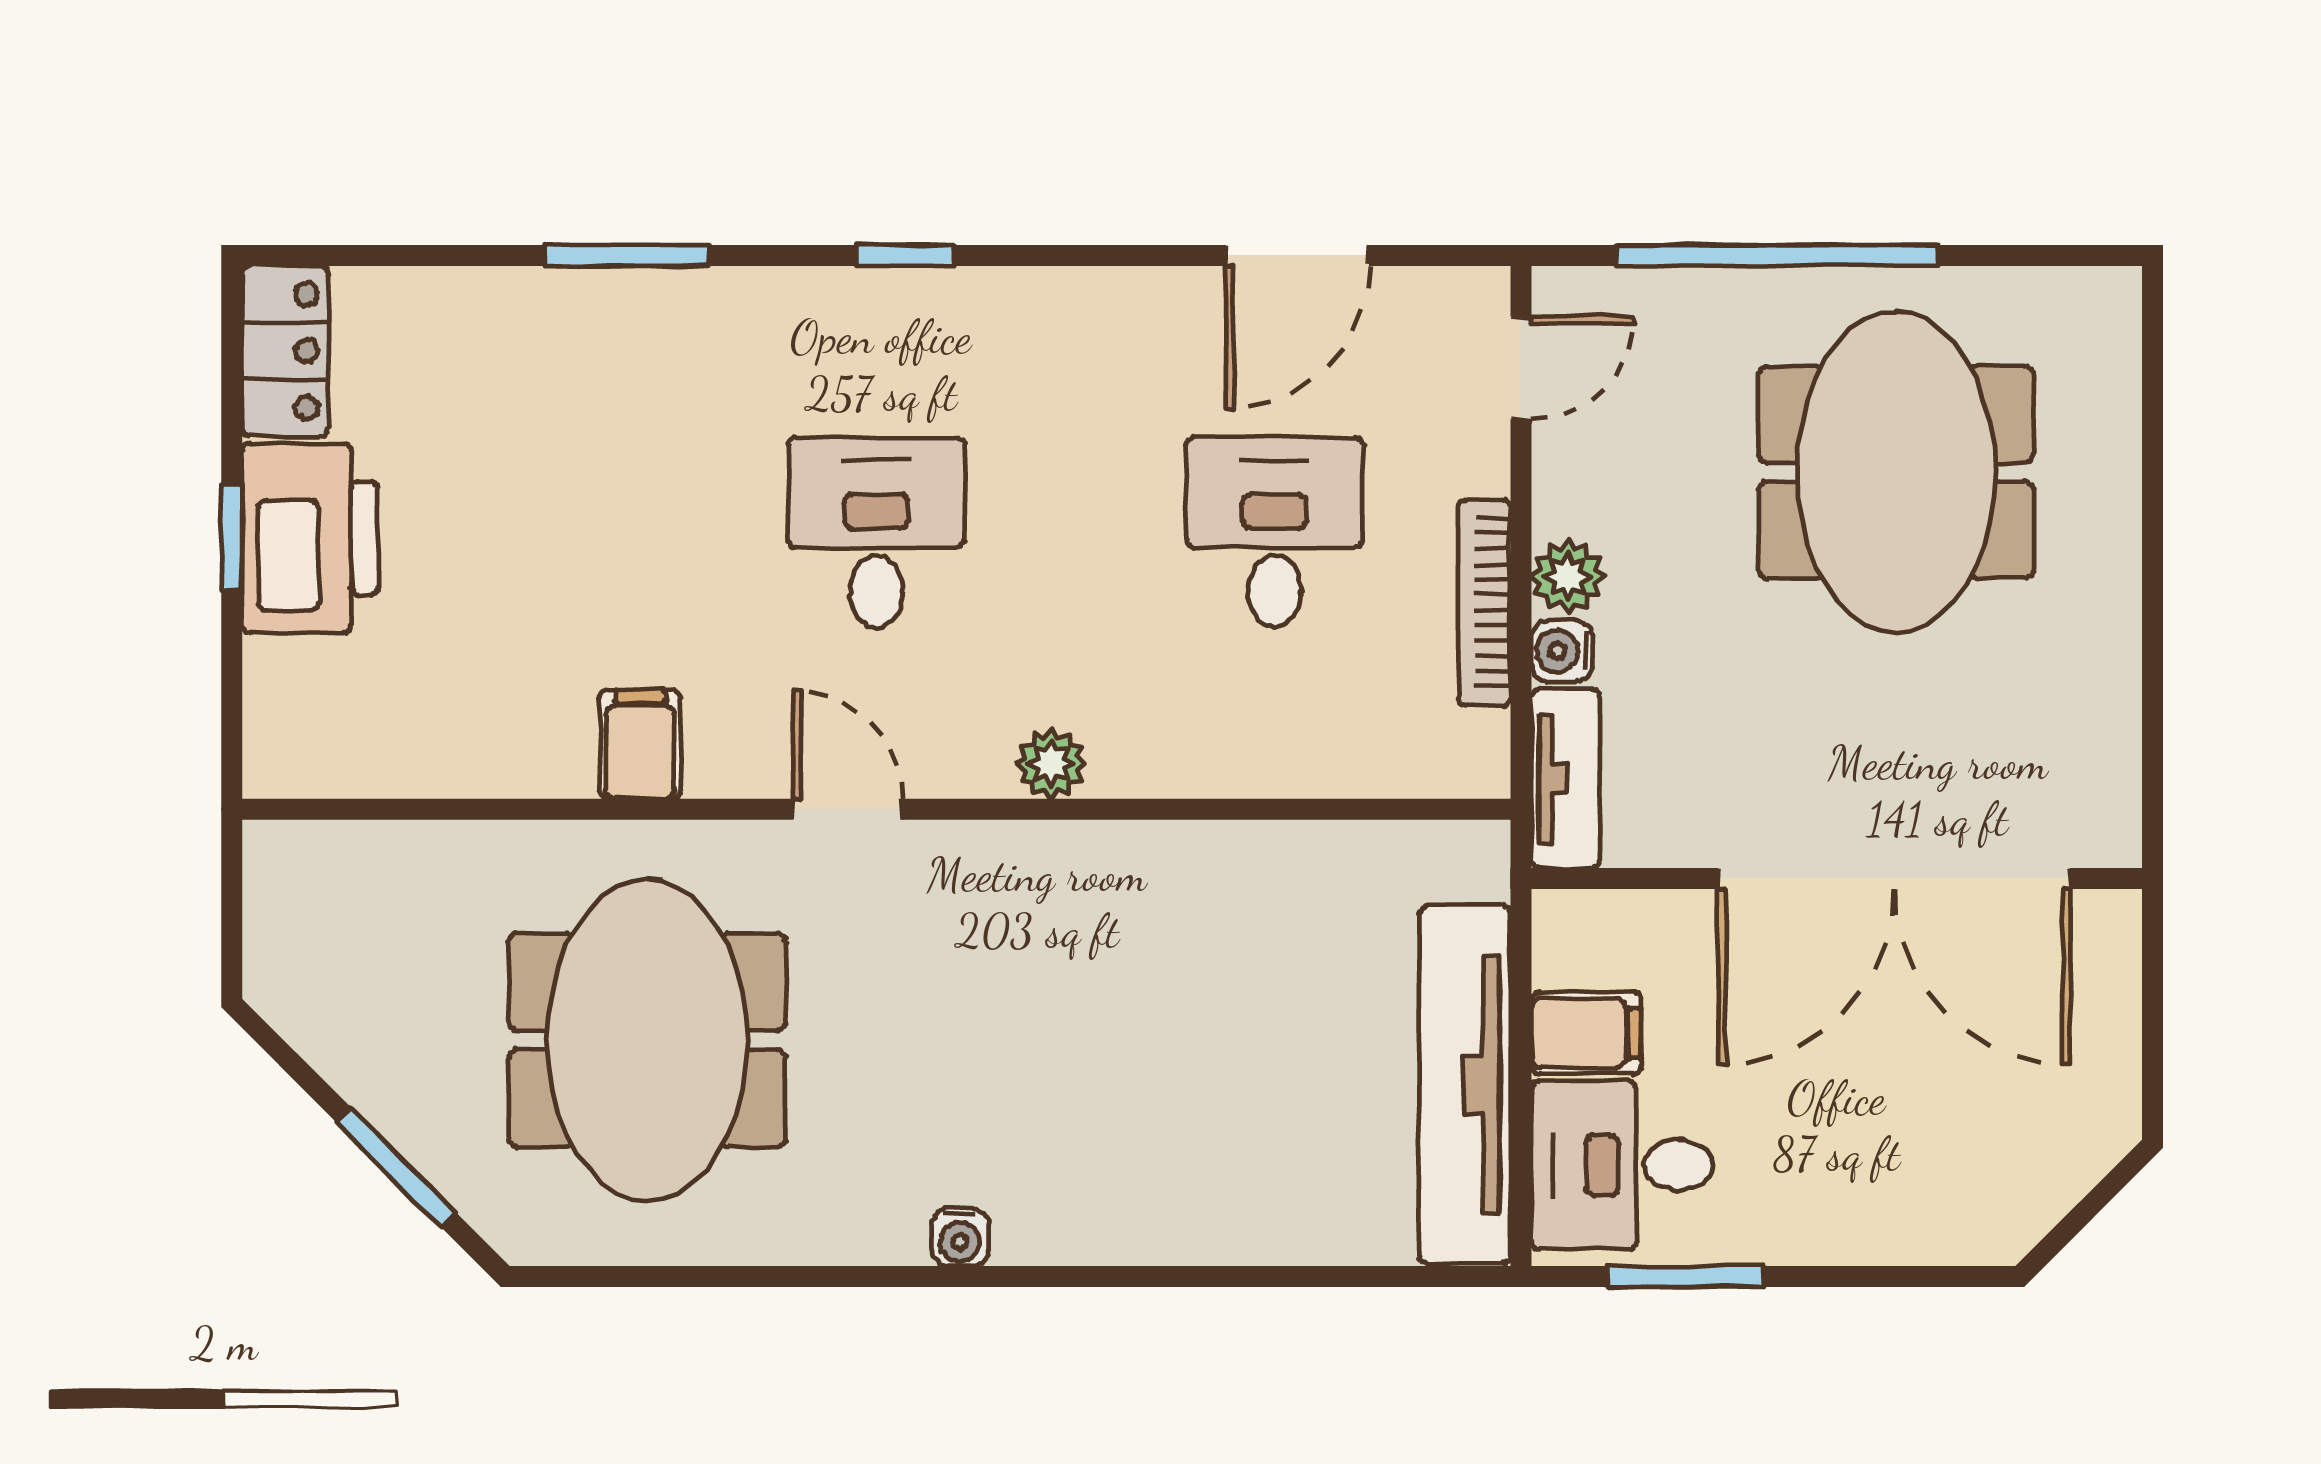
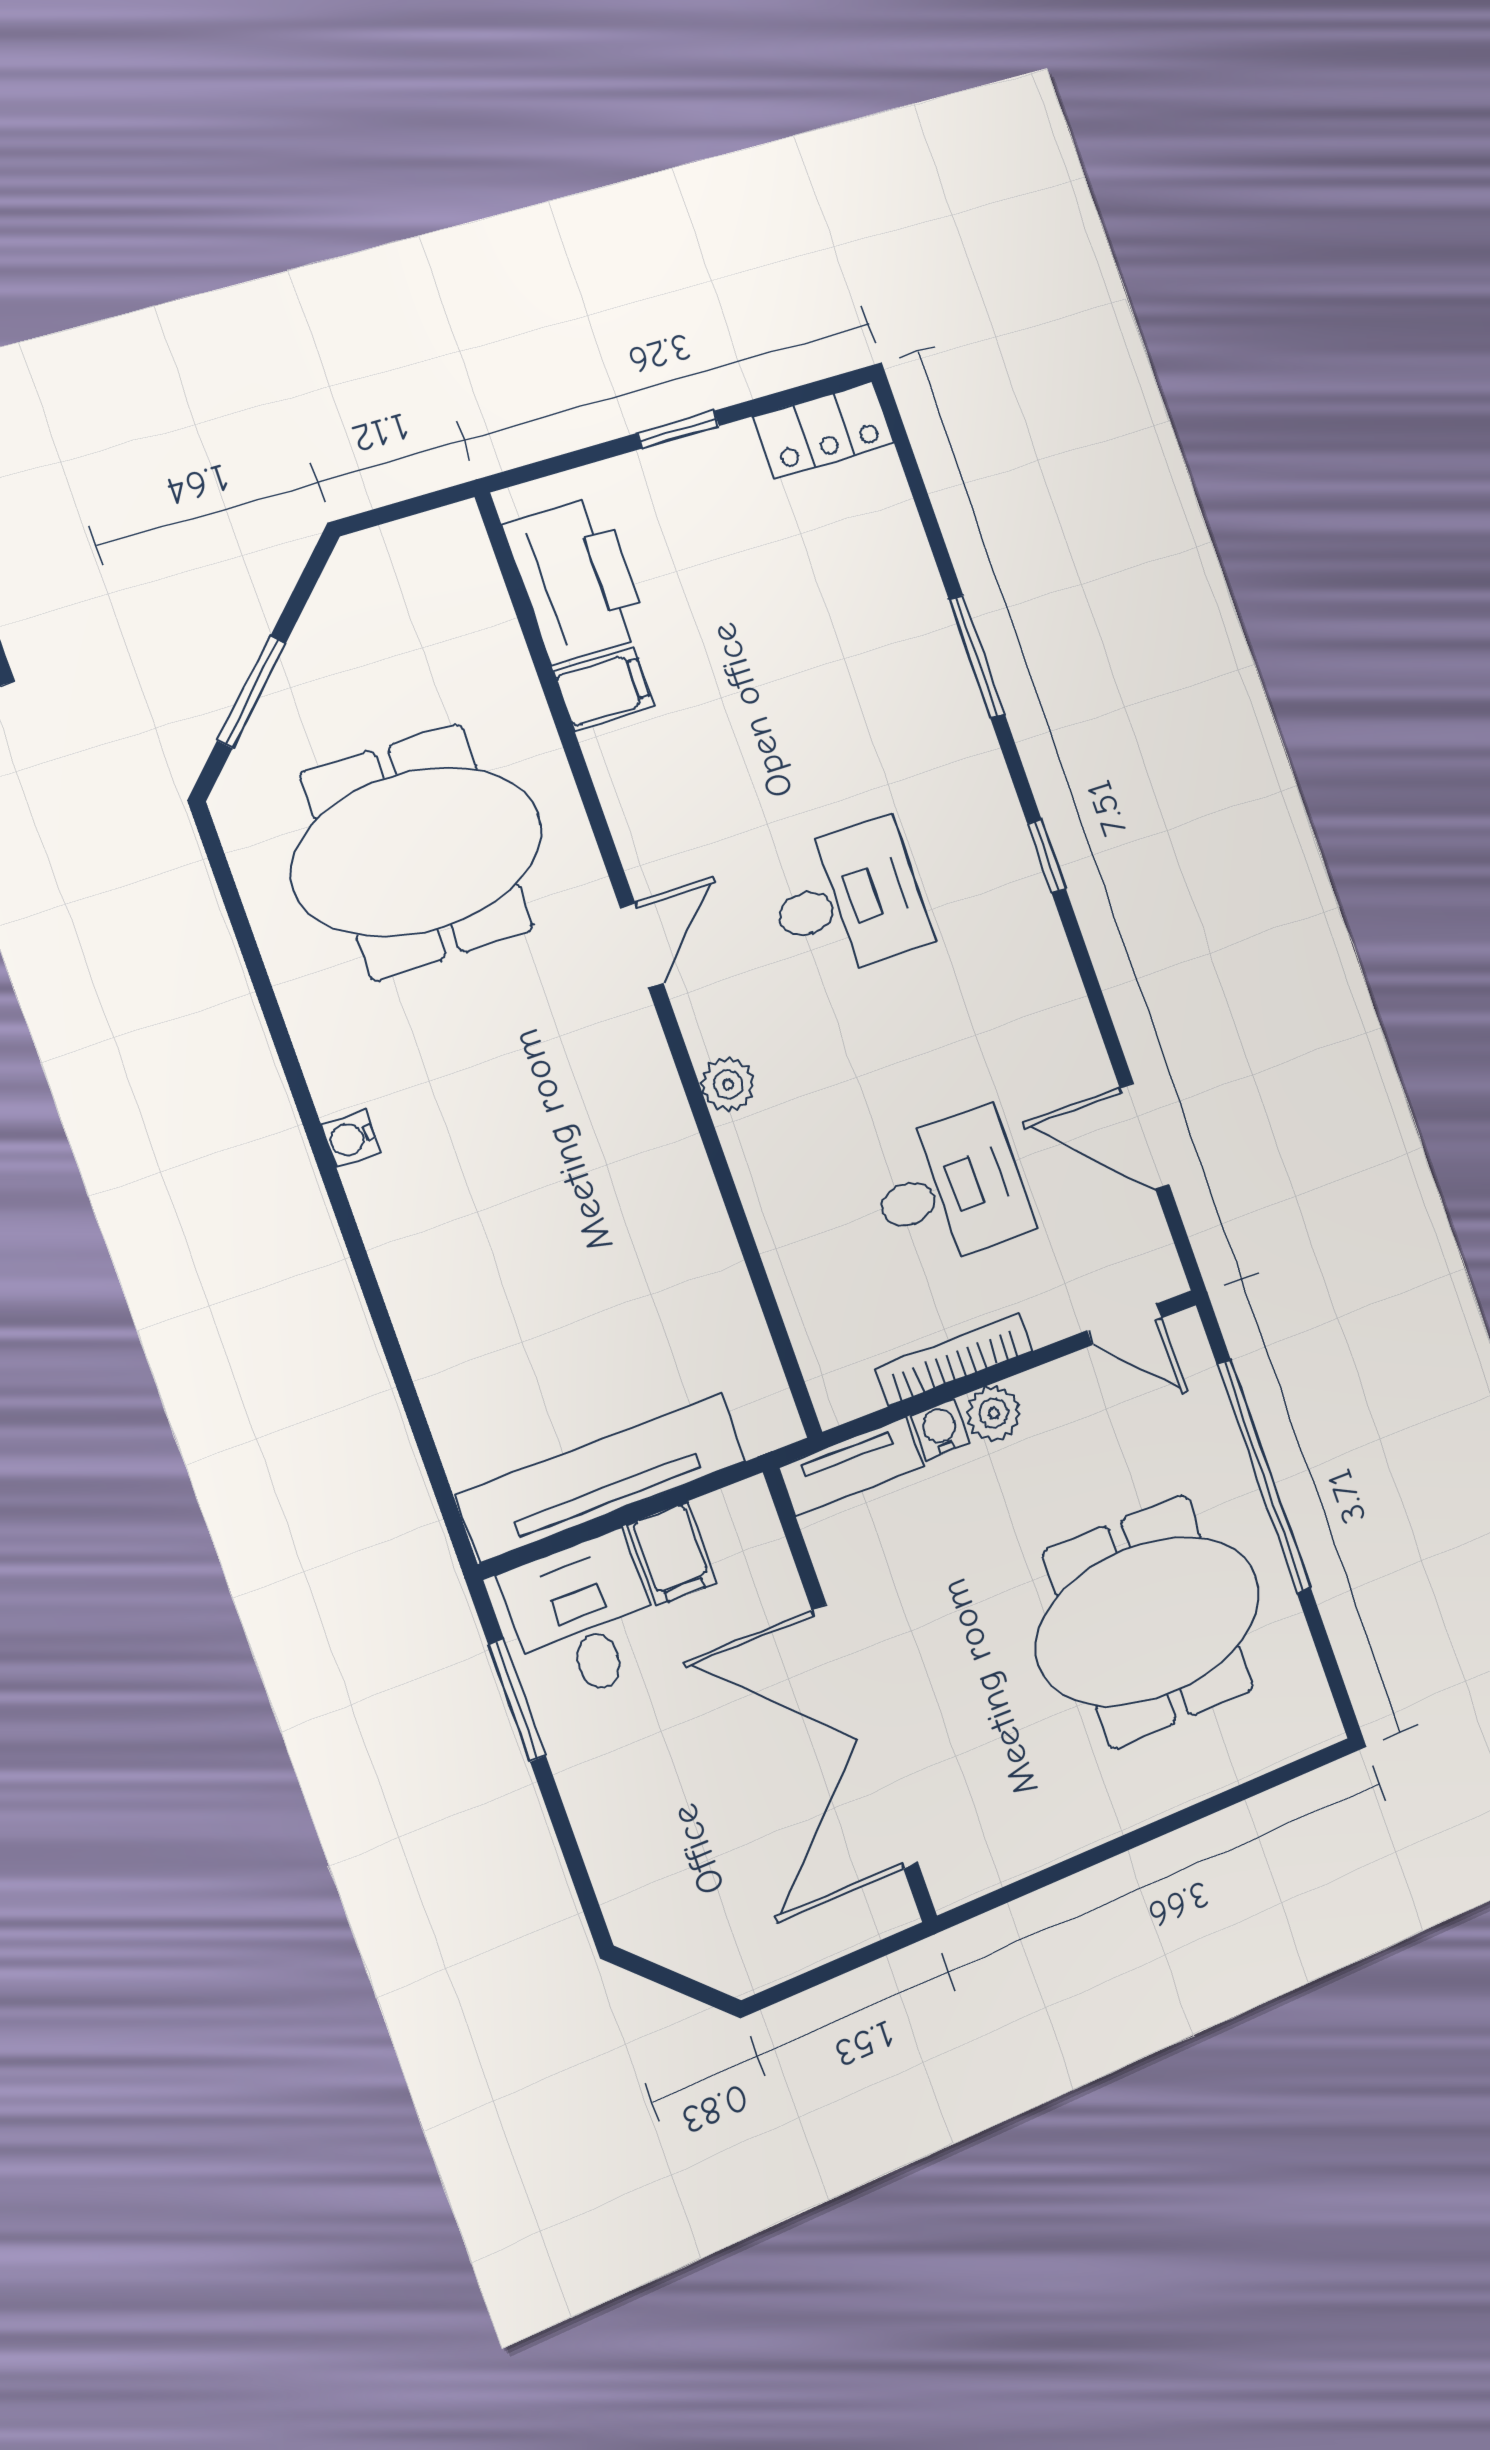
printer: (310, 538) -> (577, 580), moved, turned -90
filing cabinet: (640, 744) -> (604, 689), moved

